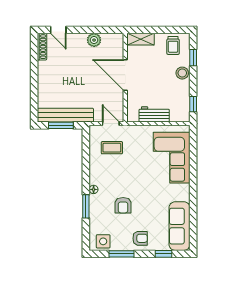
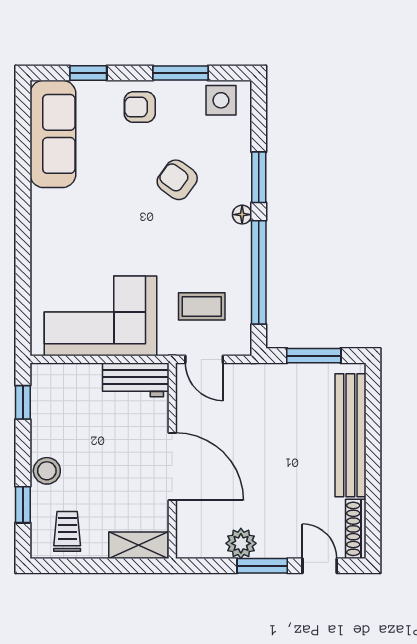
window: (84, 30) -> (262, 566), added
workbench: (154, 114) -> (136, 380), moved
bench: (65, 115) -> (350, 435), moved, turned 90
corner sofa: (172, 158) -> (100, 316), moved, turned -90
window: (86, 163) -> (259, 272), added
armchair: (123, 205) -> (177, 180), turned -54

